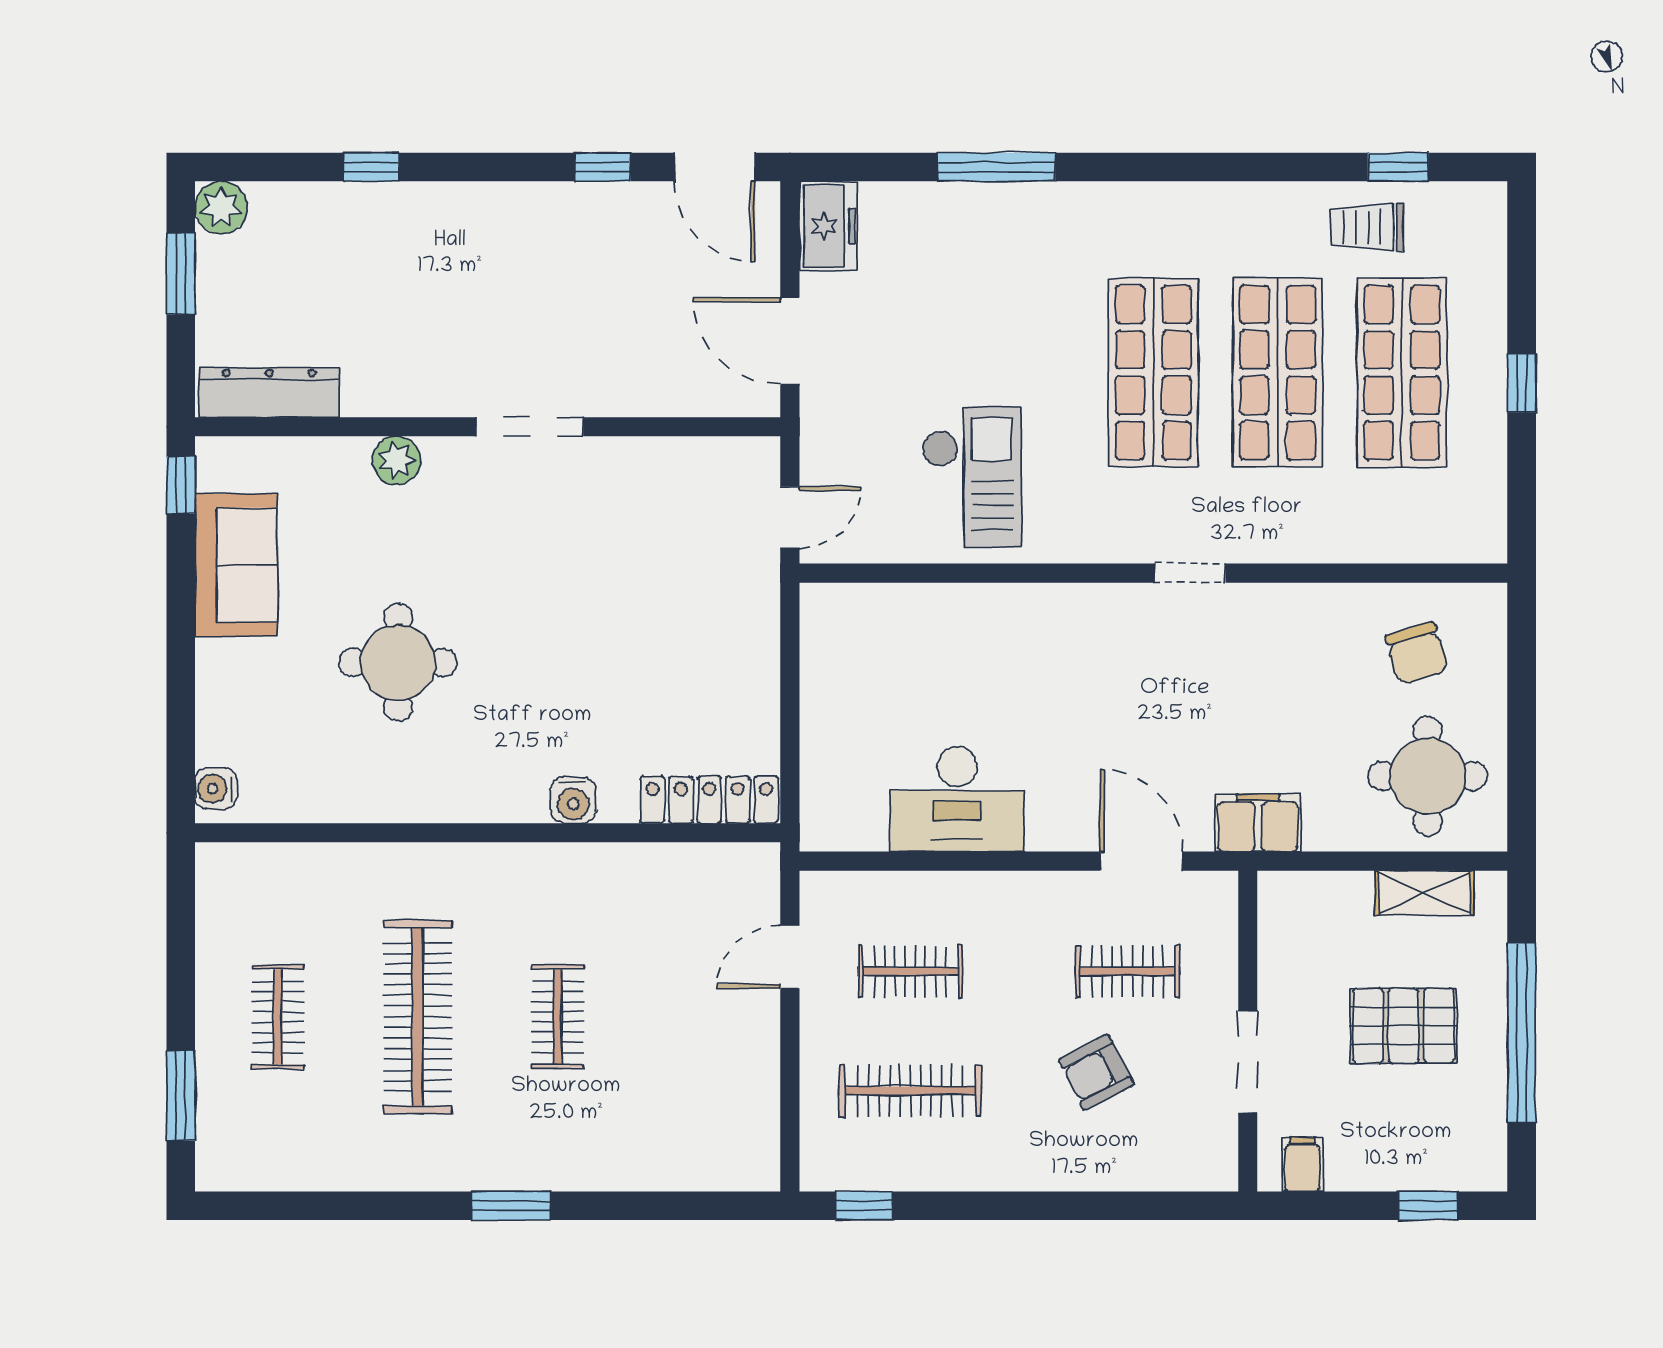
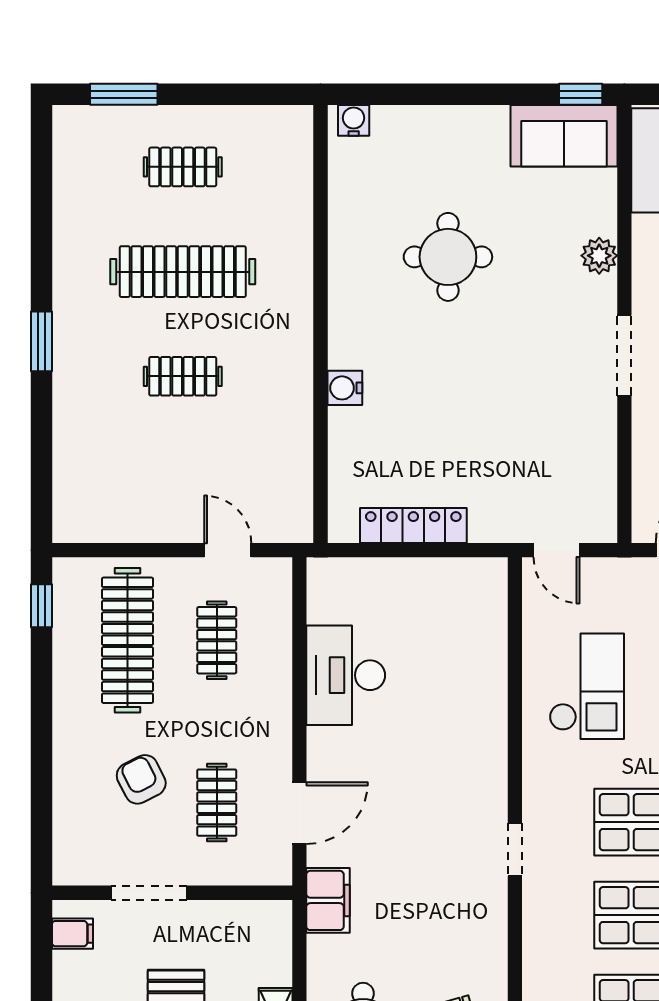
checkout: (972, 477) -> (587, 686), turned -90
sofa: (236, 565) -> (564, 136), moved
locker: (709, 800) -> (413, 525), moved, turned -90
clothes rail: (910, 1091) -> (128, 640), width x1.37, depth x1.31

